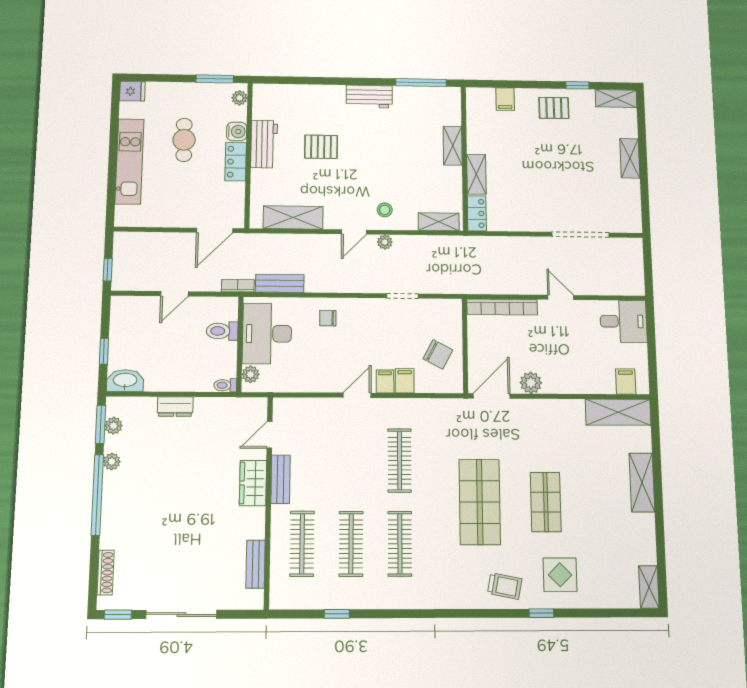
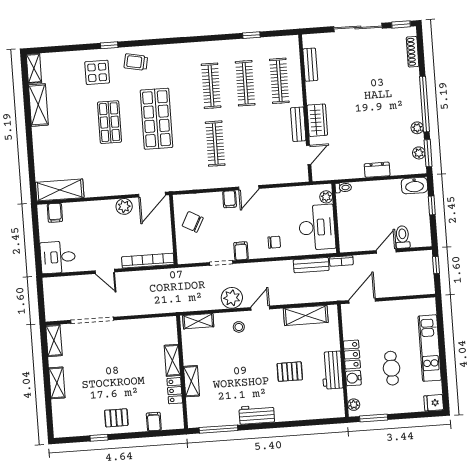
shelving: (616, 98) -> (54, 340), moved, turned 90
locker: (477, 213) -> (175, 391), moved
plant: (385, 242) -> (232, 298), width x1.87, depth x1.87
toilet: (222, 331) -> (403, 237), moved, turned -90
filing cabinet: (405, 381) -> (241, 251), moved, turned 180
shelving: (642, 482) -> (38, 105), moved

